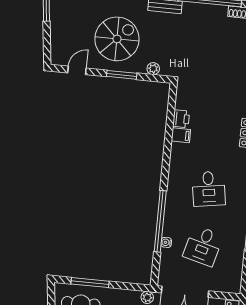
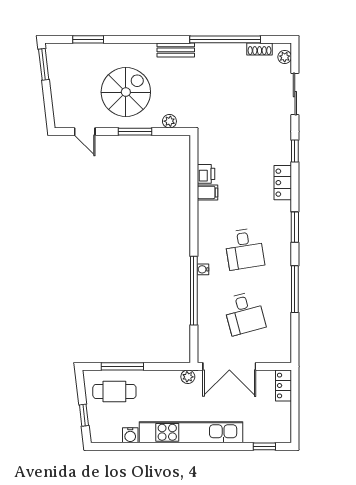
door: (77, 70) -> (85, 132), swing flipped
water cooler: (166, 242) -> (203, 269), moved
desk: (203, 246) -> (244, 313), turned -30

